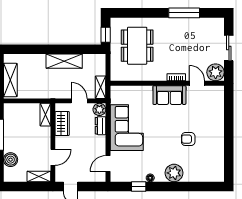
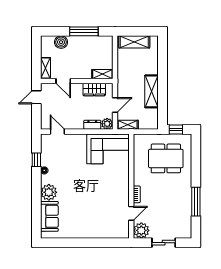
sofa: (169, 95) -> (49, 216), moved, turned 180
corner sofa: (127, 128) -> (108, 149), moved
armchair: (188, 139) -> (80, 205), removed

